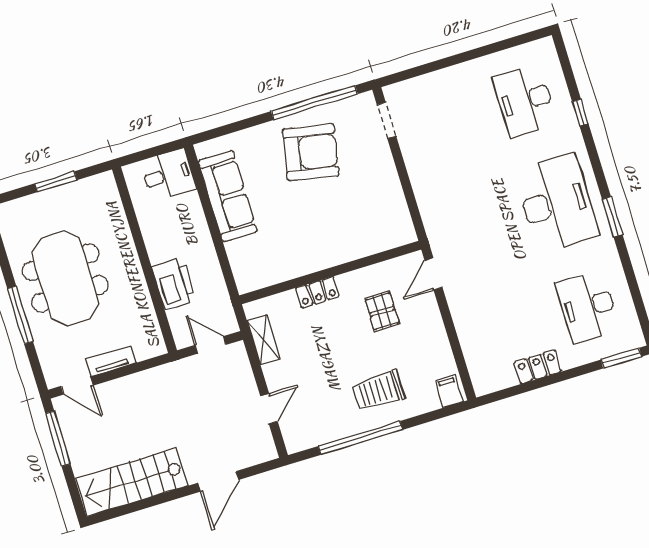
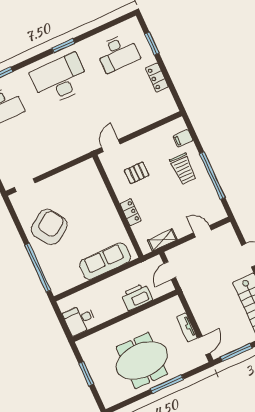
window: (314, 103) -> (38, 268), moved
armchair: (311, 152) -> (49, 227), turned 44
desk: (168, 175) -> (80, 320), moved, turned -90
sofa: (228, 196) -> (105, 261), moved
door: (433, 274) -> (111, 146), swing flipped
window: (621, 358) -> (152, 44), moved
filing cabinet: (449, 391) -> (183, 138), moved

